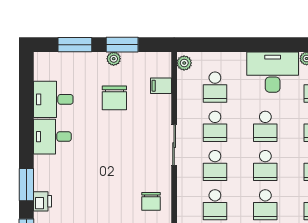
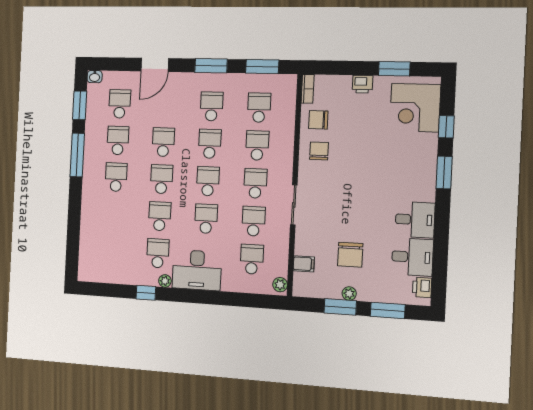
chair: (114, 98) -> (350, 255), turned 180
printer: (42, 201) -> (422, 287), moved

